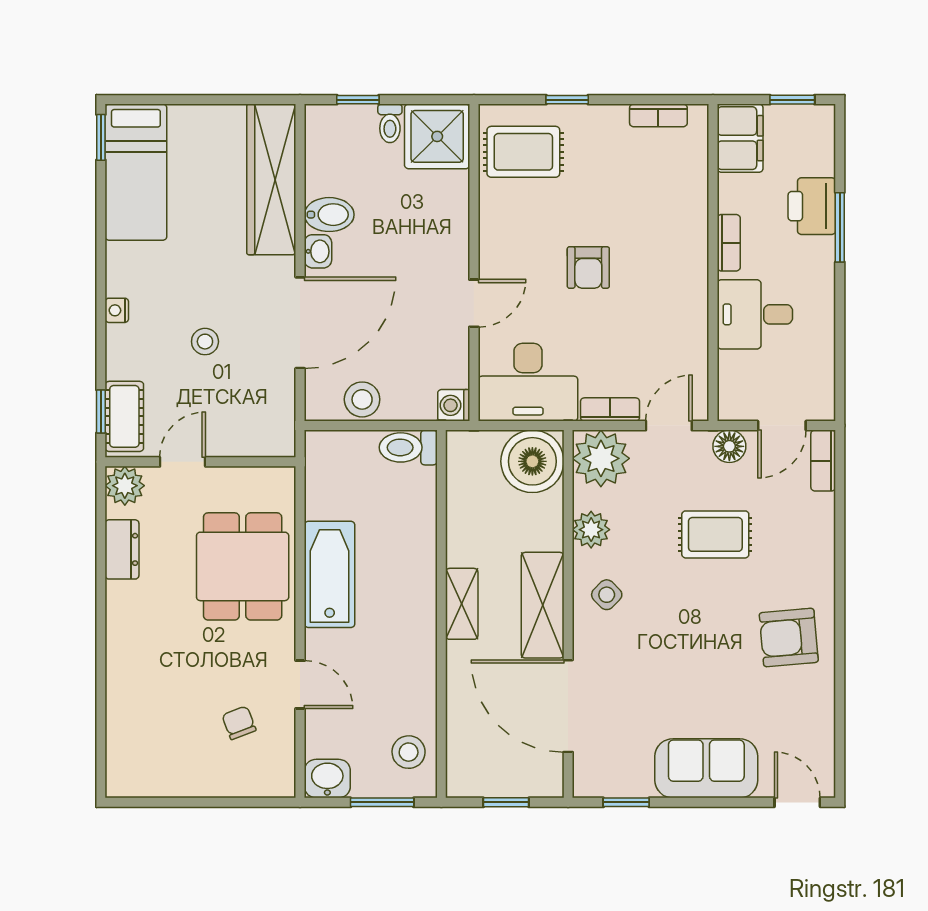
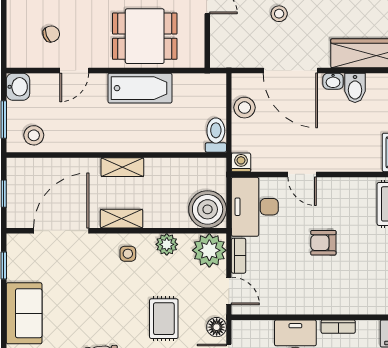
side table: (607, 595) -> (128, 254), turned 45
shelving: (543, 605) -> (122, 219), width x0.67, depth x0.75

